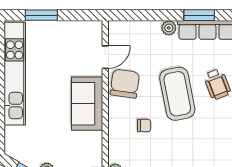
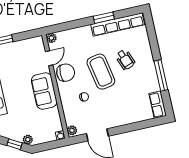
plant: (169, 28) -> (51, 38), moved
chair: (125, 84) -> (66, 73), turned 82

